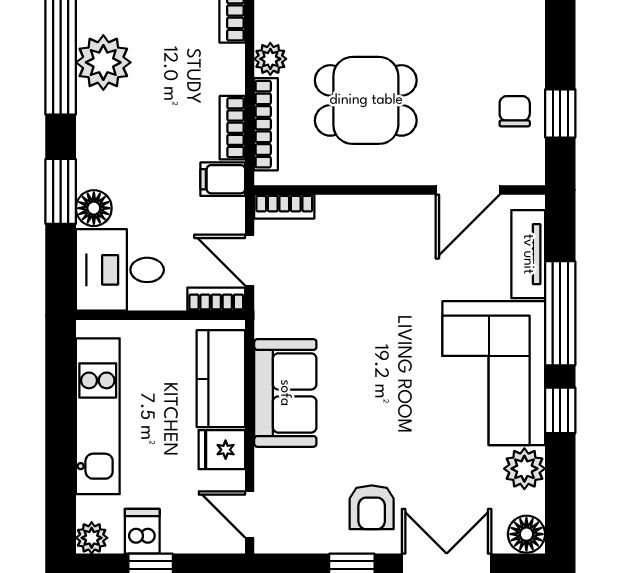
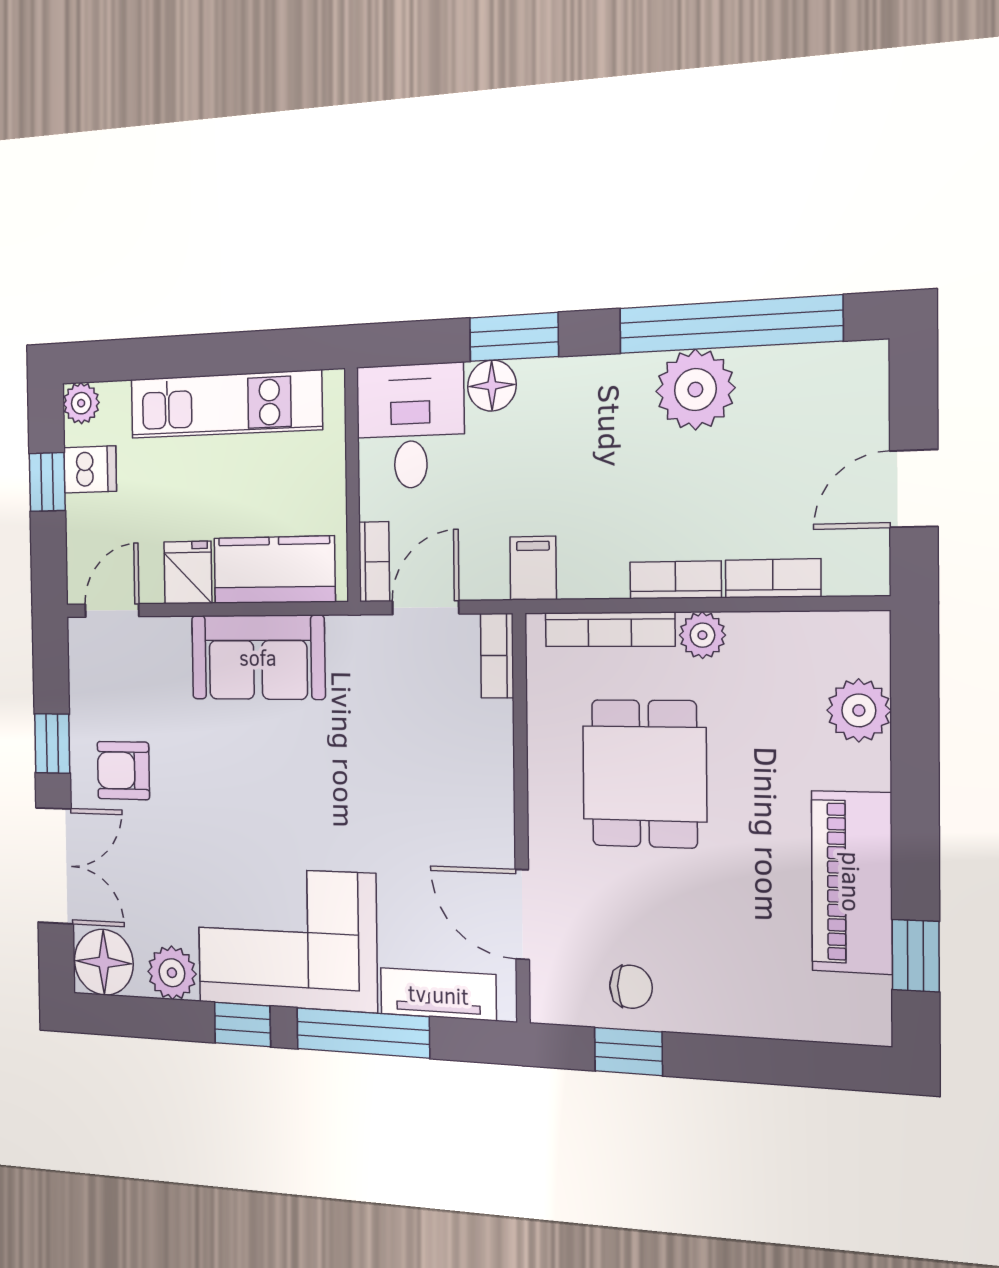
bookcase: (232, 128) -> (675, 580), moved
floor lamp: (526, 534) -> (104, 962), width x1.38, depth x1.38

